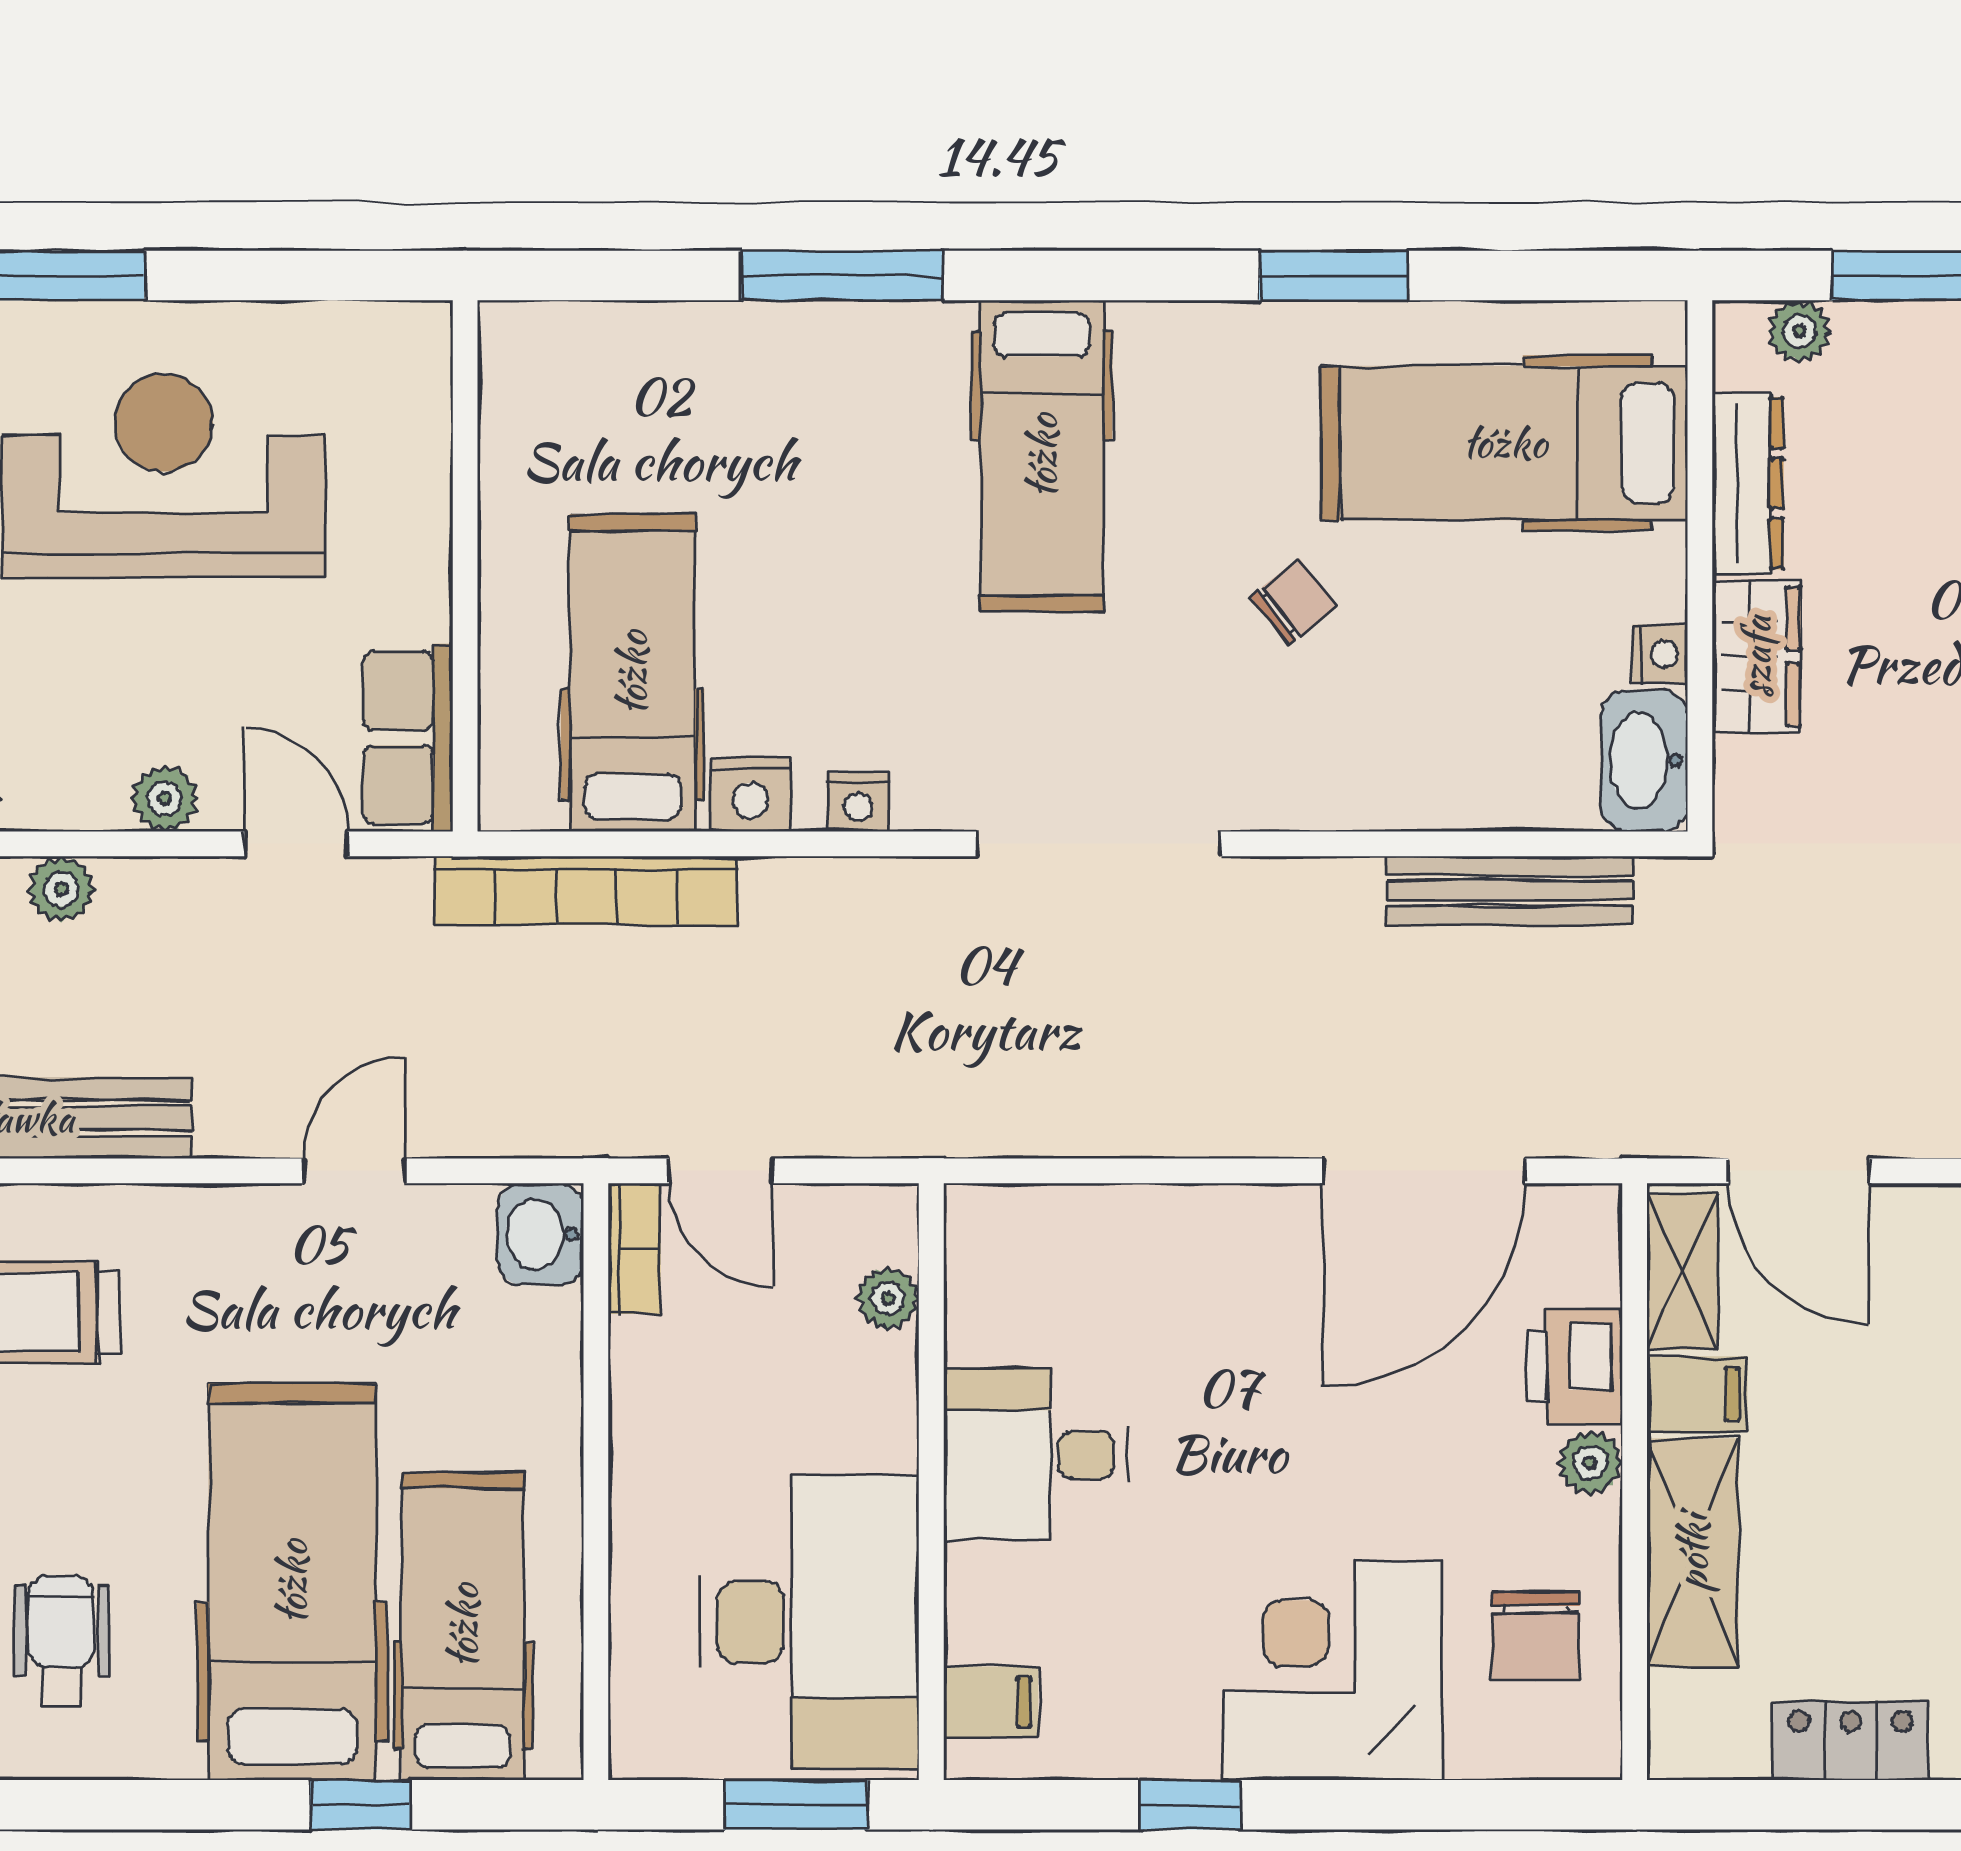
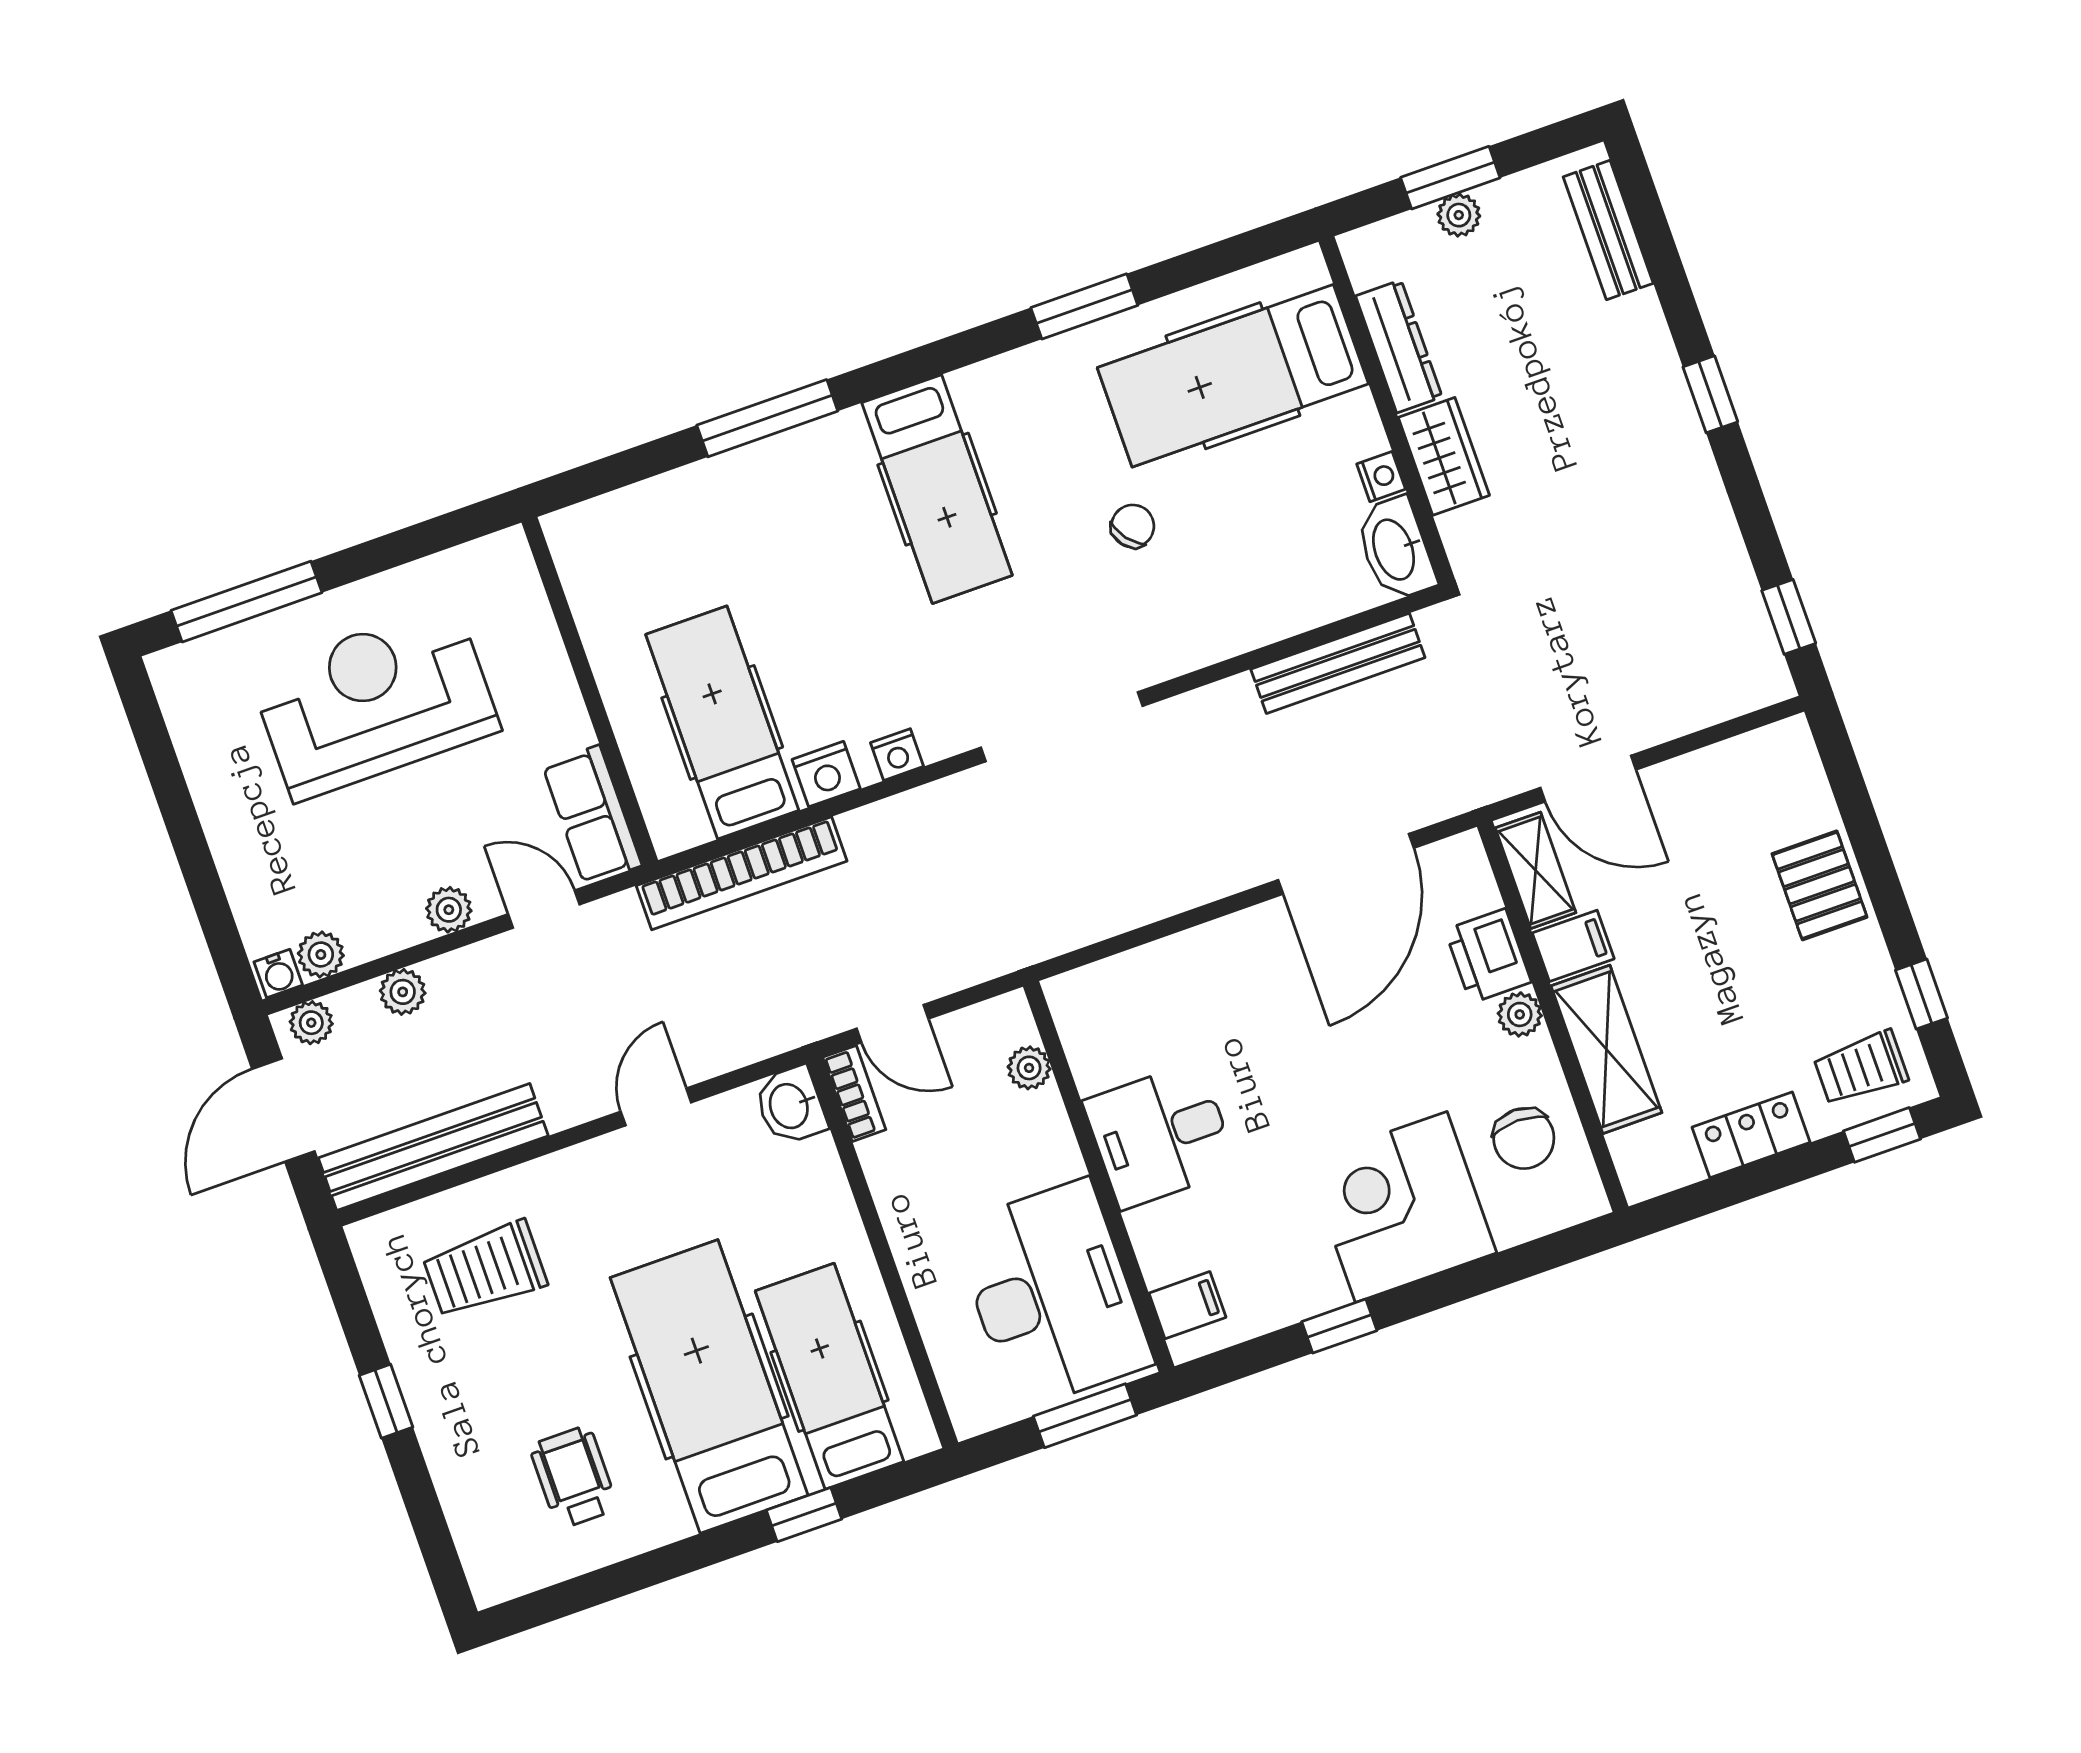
plant: (1799, 331) -> (1459, 215), moved

